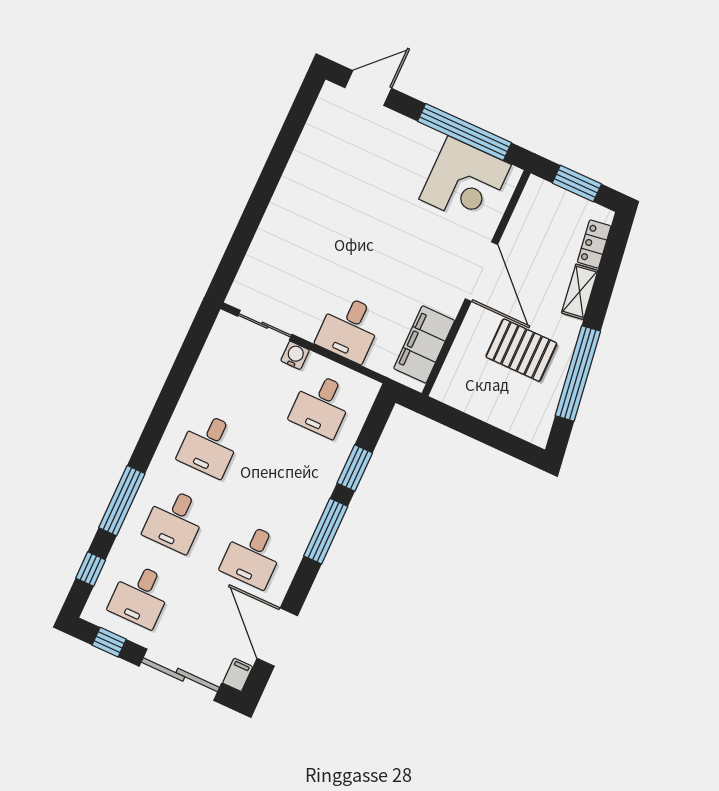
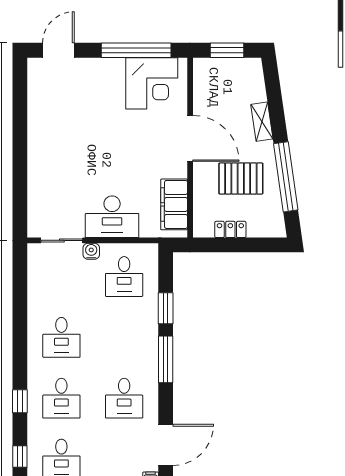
locker: (594, 244) -> (230, 229), moved, turned 98
desk: (349, 329) -> (112, 217), width x1.37
window: (122, 501) -> (20, 401), width x0.46
door: (277, 637) -> (166, 445), swing flipped

